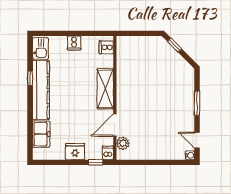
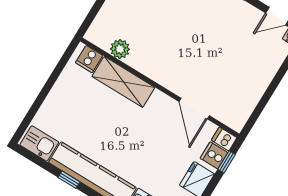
cooker: (74, 43) -> (214, 155), moved, turned 180
shelving: (105, 89) -> (123, 82), moved
plant: (123, 143) -> (120, 49), moved

